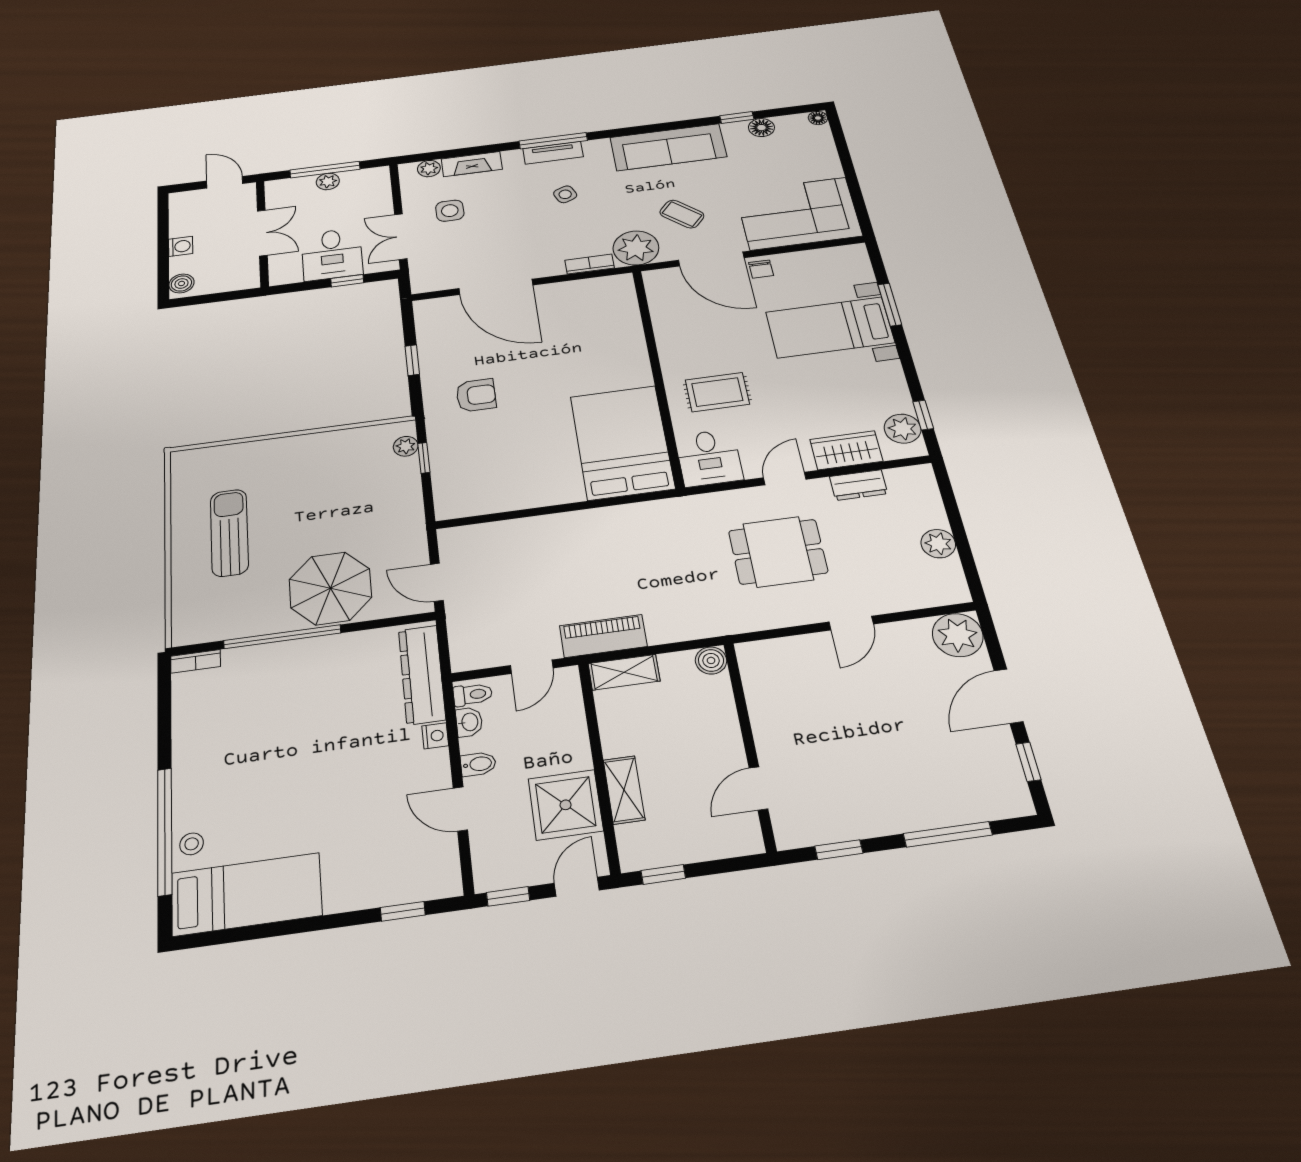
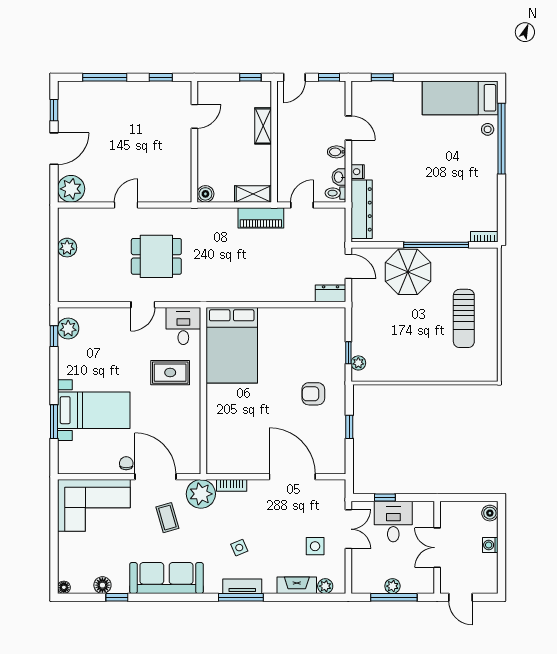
coffee table: (682, 214) -> (167, 518), turned 33
wardrobe: (846, 450) -> (104, 318), removed
dresser: (859, 485) -> (331, 293), moved
shower: (566, 805) -> (294, 122), removed

